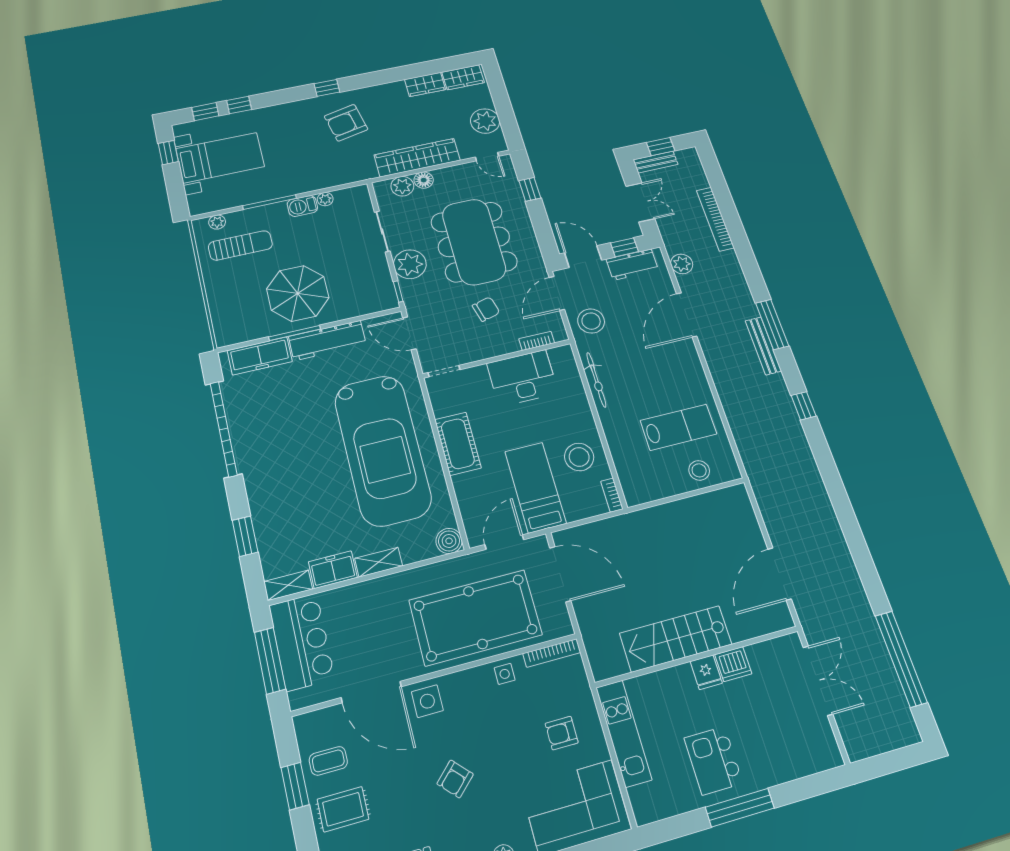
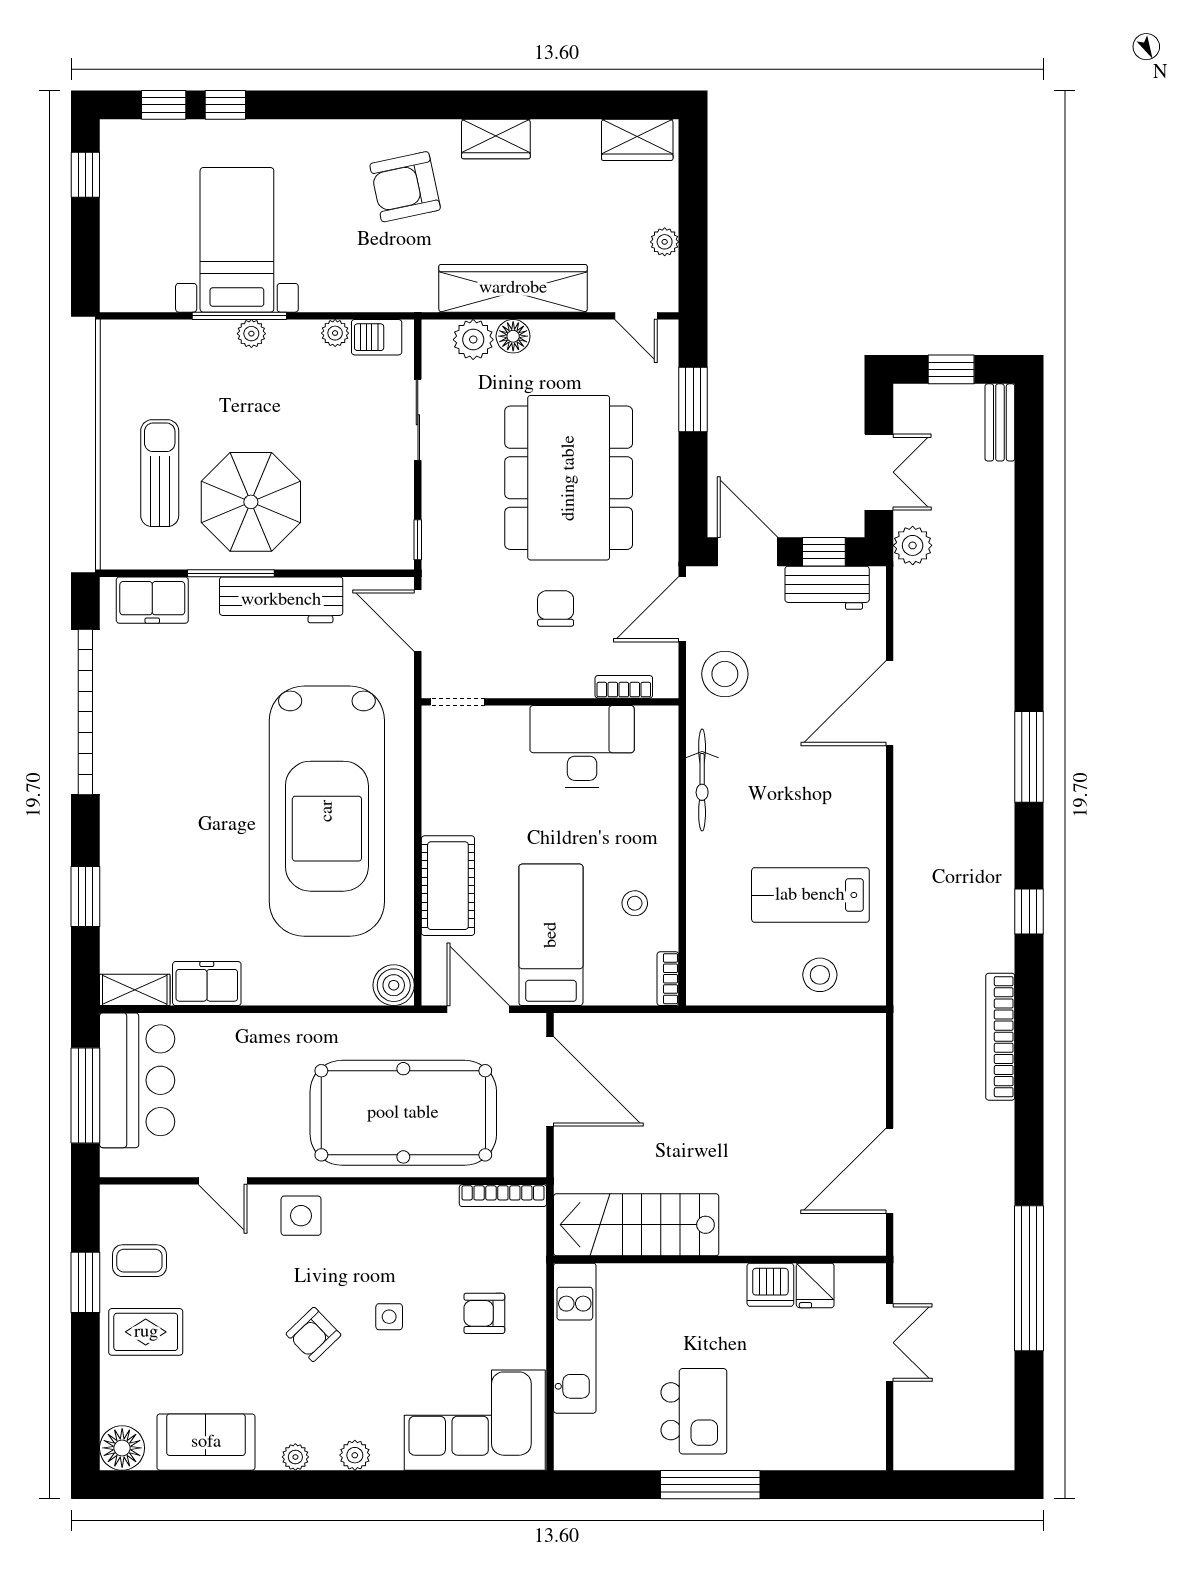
wardrobe: (425, 84) -> (496, 139), moved
window: (327, 88) -> (387, 105), removed
plant: (485, 121) -> (665, 242), width x0.53, depth x0.53
bed with nightstands: (220, 158) -> (237, 240), moved, turned -90
bench: (655, 162) -> (1000, 422), moved, turned 90
window: (530, 189) -> (693, 399), width x1.50
barbecue: (302, 206) -> (377, 337), moved
bookcase: (715, 219) -> (1000, 1037), moved
plant: (217, 222) -> (251, 334), moved
sun lounger: (240, 245) -> (160, 473), moved, turned -90
plant: (410, 264) -> (449, 494), removed
plant: (682, 264) -> (913, 545), moved
chair: (486, 309) -> (556, 608), turned -75
bench: (763, 346) -> (1000, 791), removed
freezer: (260, 356) -> (152, 600), width x0.71
lab bench: (678, 427) -> (810, 895), turned 180
cot: (458, 444) -> (448, 886), moved
stool: (579, 457) -> (635, 903), width x0.53, depth x0.53
door: (504, 542) -> (478, 1009), hinge flipped
shelving: (379, 562) -> (279, 990), removed
stairs: (676, 639) -> (636, 1225), moved
window: (901, 659) -> (1029, 1278), moved
fridge: (706, 672) -> (815, 1285), moved
side table: (505, 674) -> (389, 1317), moved
double door: (818, 681) -> (890, 1343), width x0.73
door: (371, 692) -> (223, 1181), width x0.53
kitchen island: (713, 760) -> (694, 1411), turned 180

